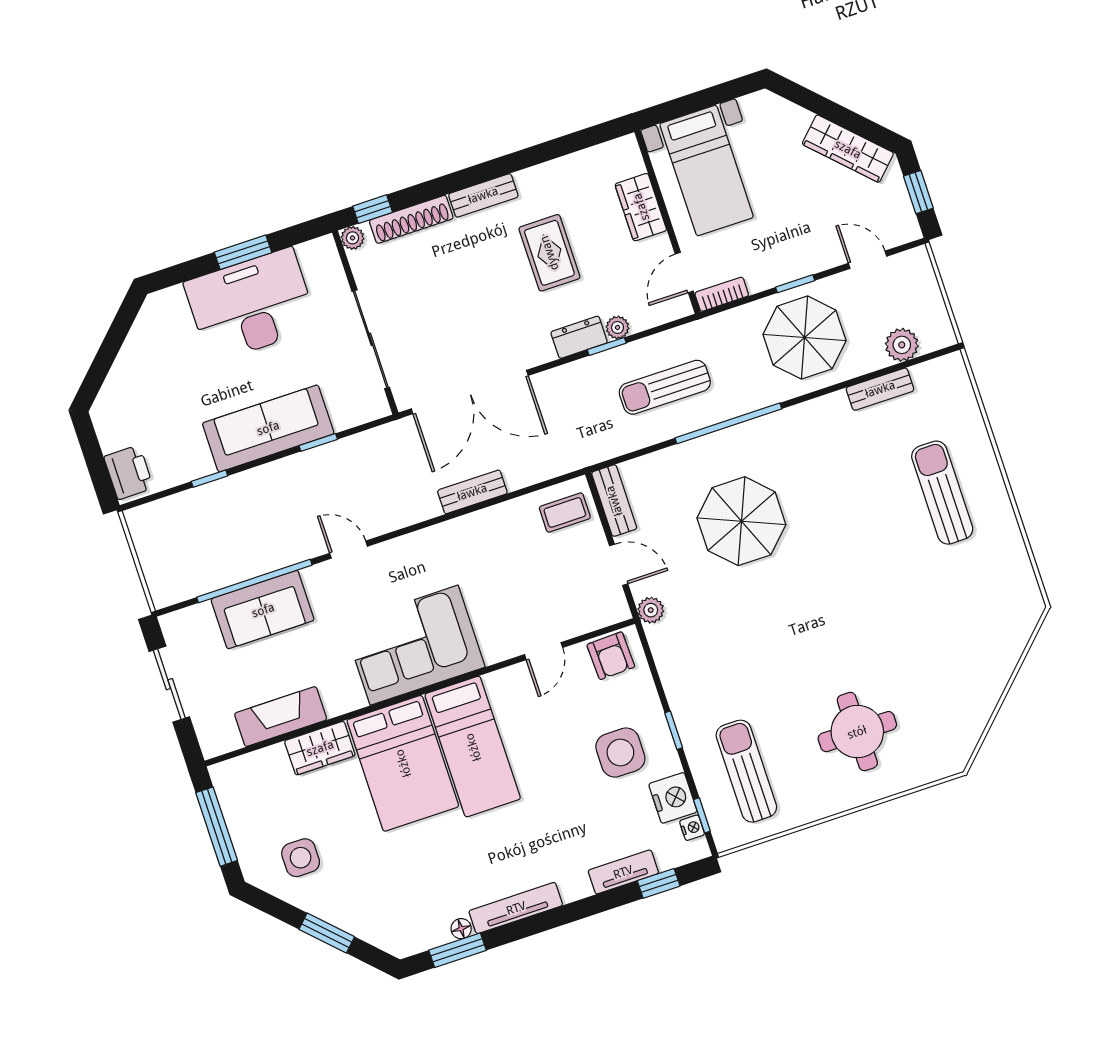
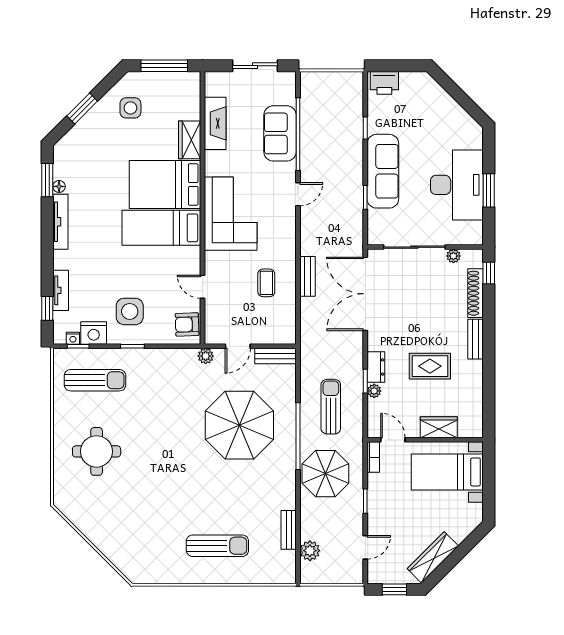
plant: (353, 238) -> (453, 256), moved
parasol: (805, 338) -> (325, 474), moved
coffee table: (565, 513) -> (266, 283), moved
parasol: (741, 521) -> (239, 425), width x1.36, depth x1.36

